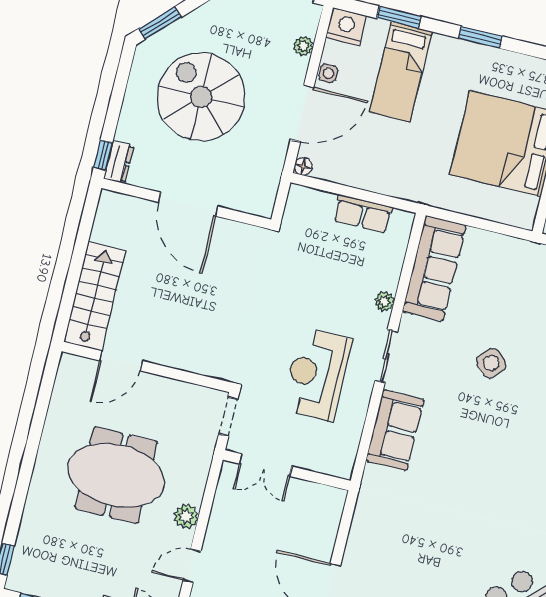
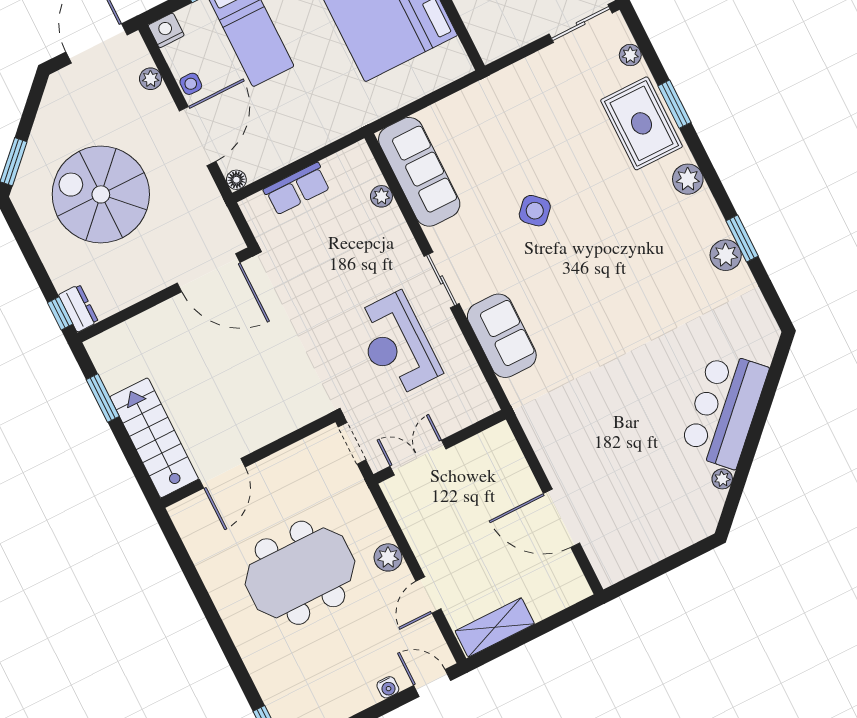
nightstand: (346, 27) -> (166, 30), width x0.74, depth x0.75
door: (188, 204) -> (209, 273), moved
row of seats: (363, 214) -> (297, 189), moved
window: (83, 239) -> (103, 398), added
plant: (384, 301) -> (381, 196), moved
double door: (265, 465) -> (418, 458), swing flipped

